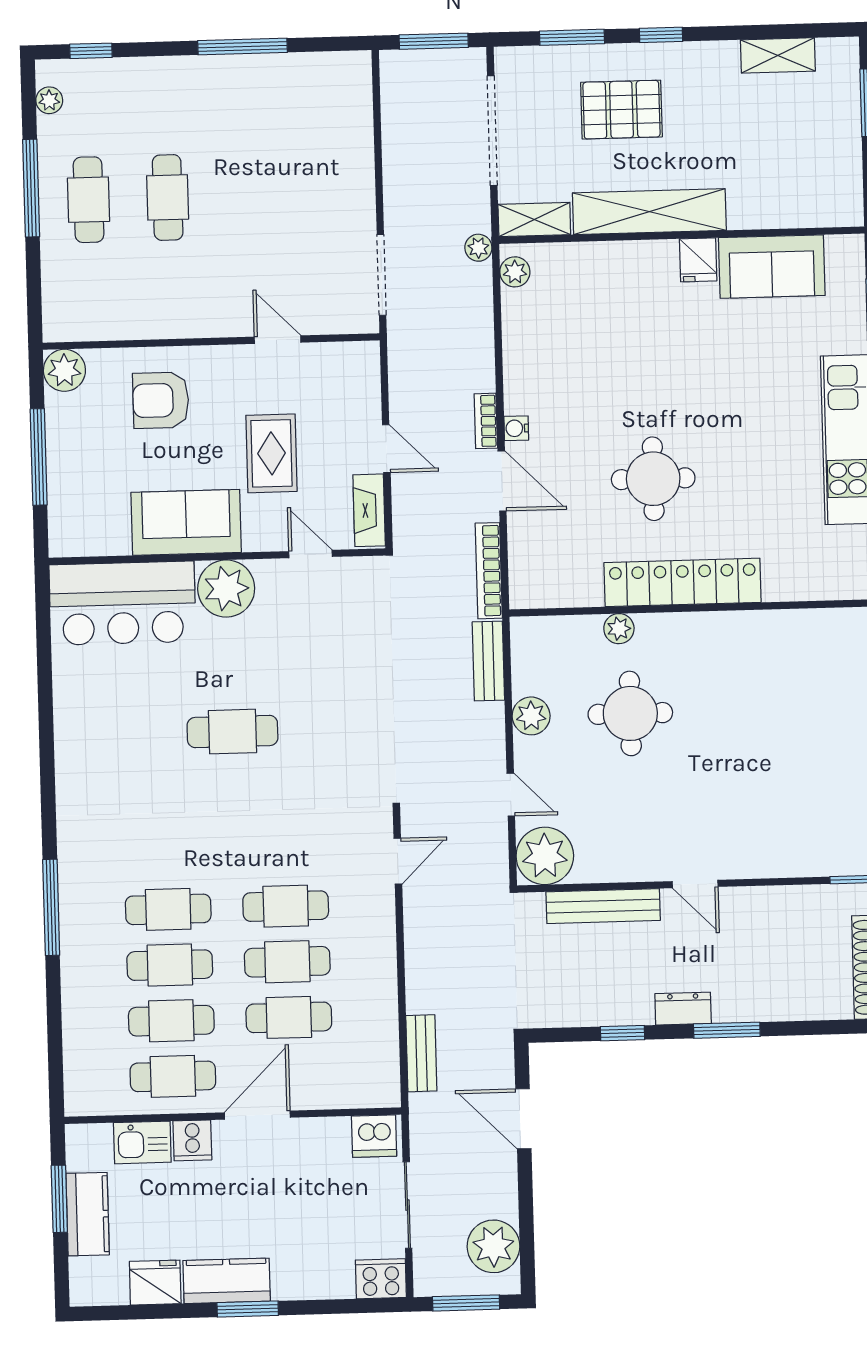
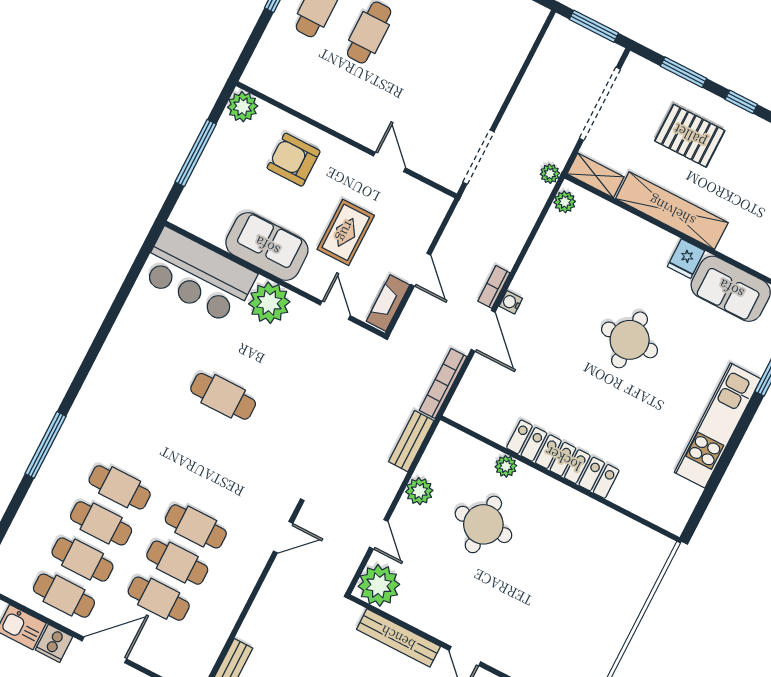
round table: (653, 479) -> (630, 340), moved

